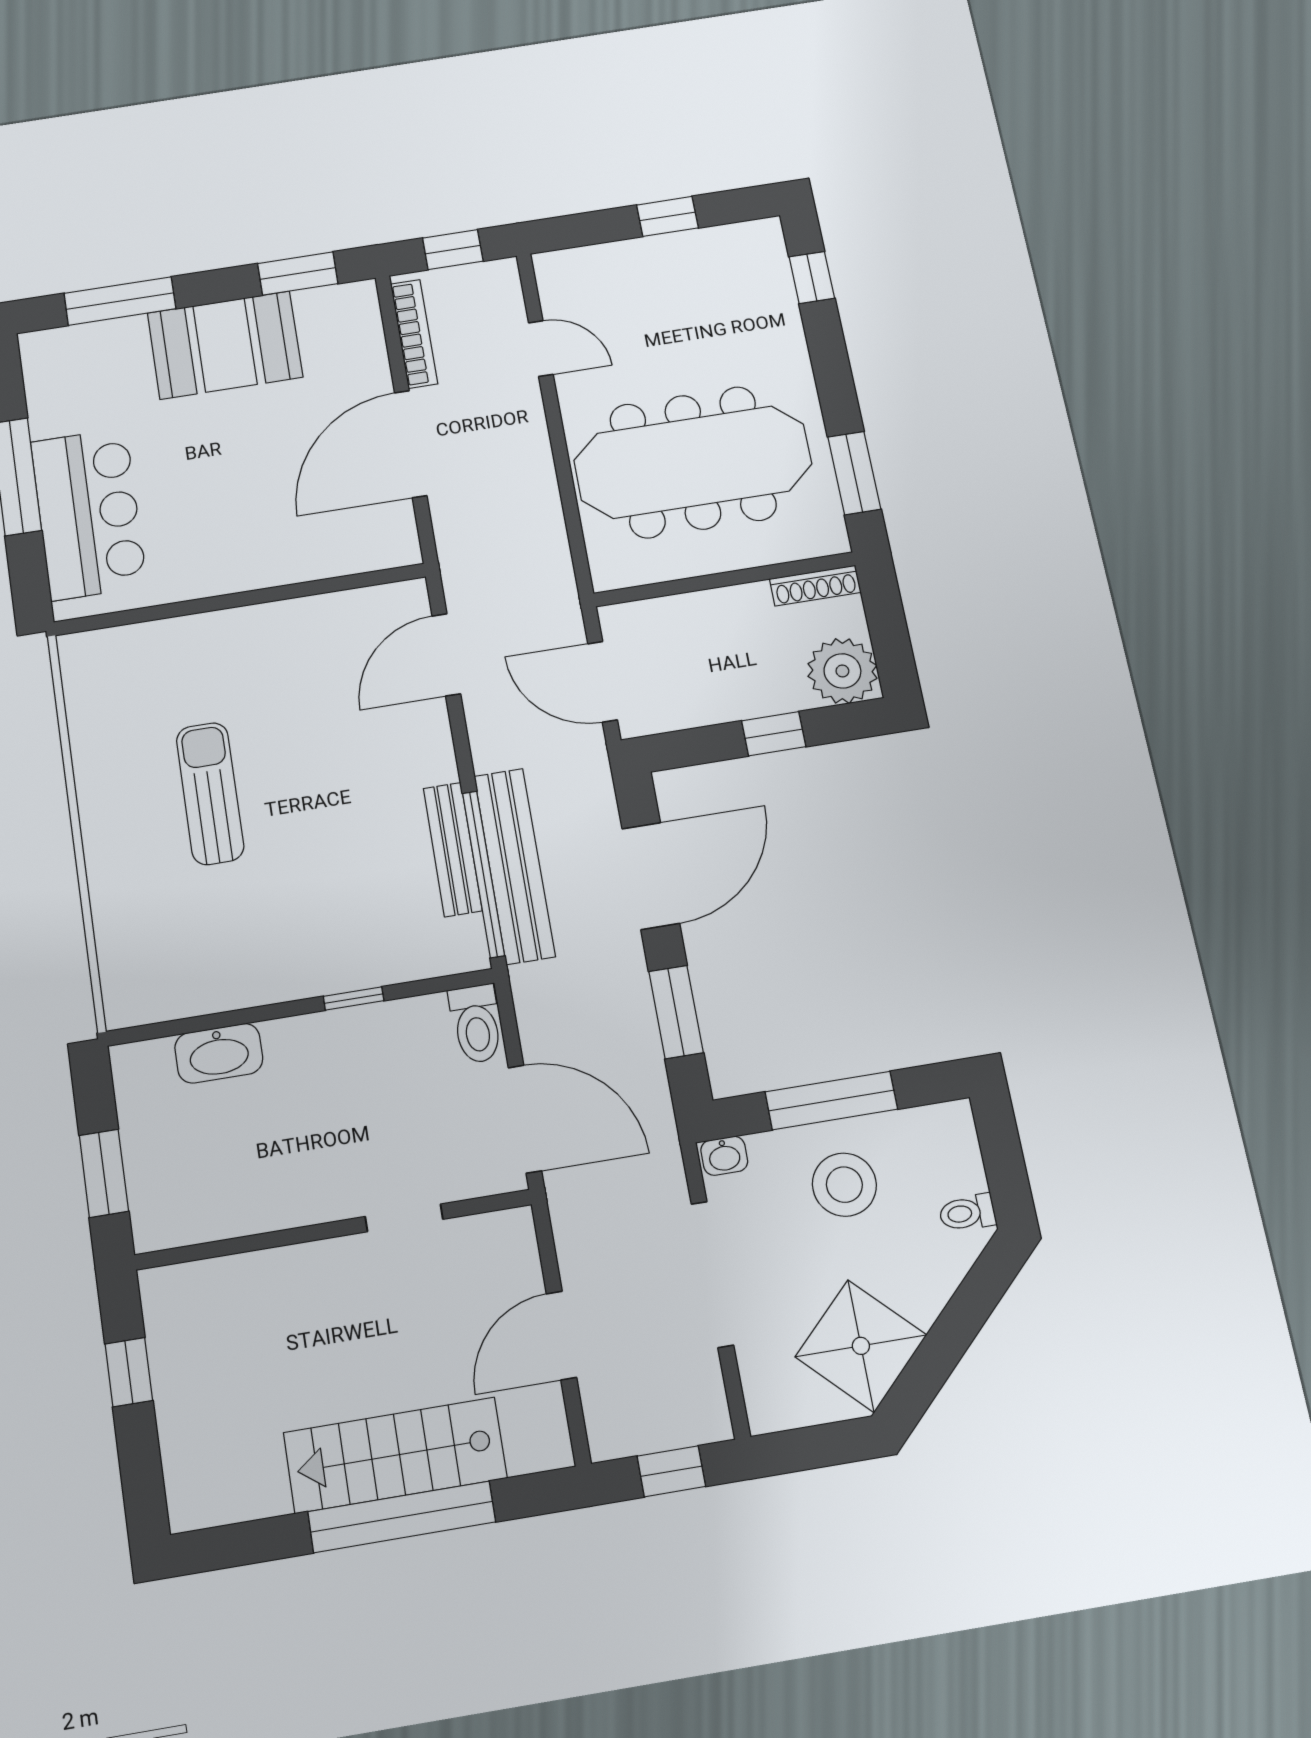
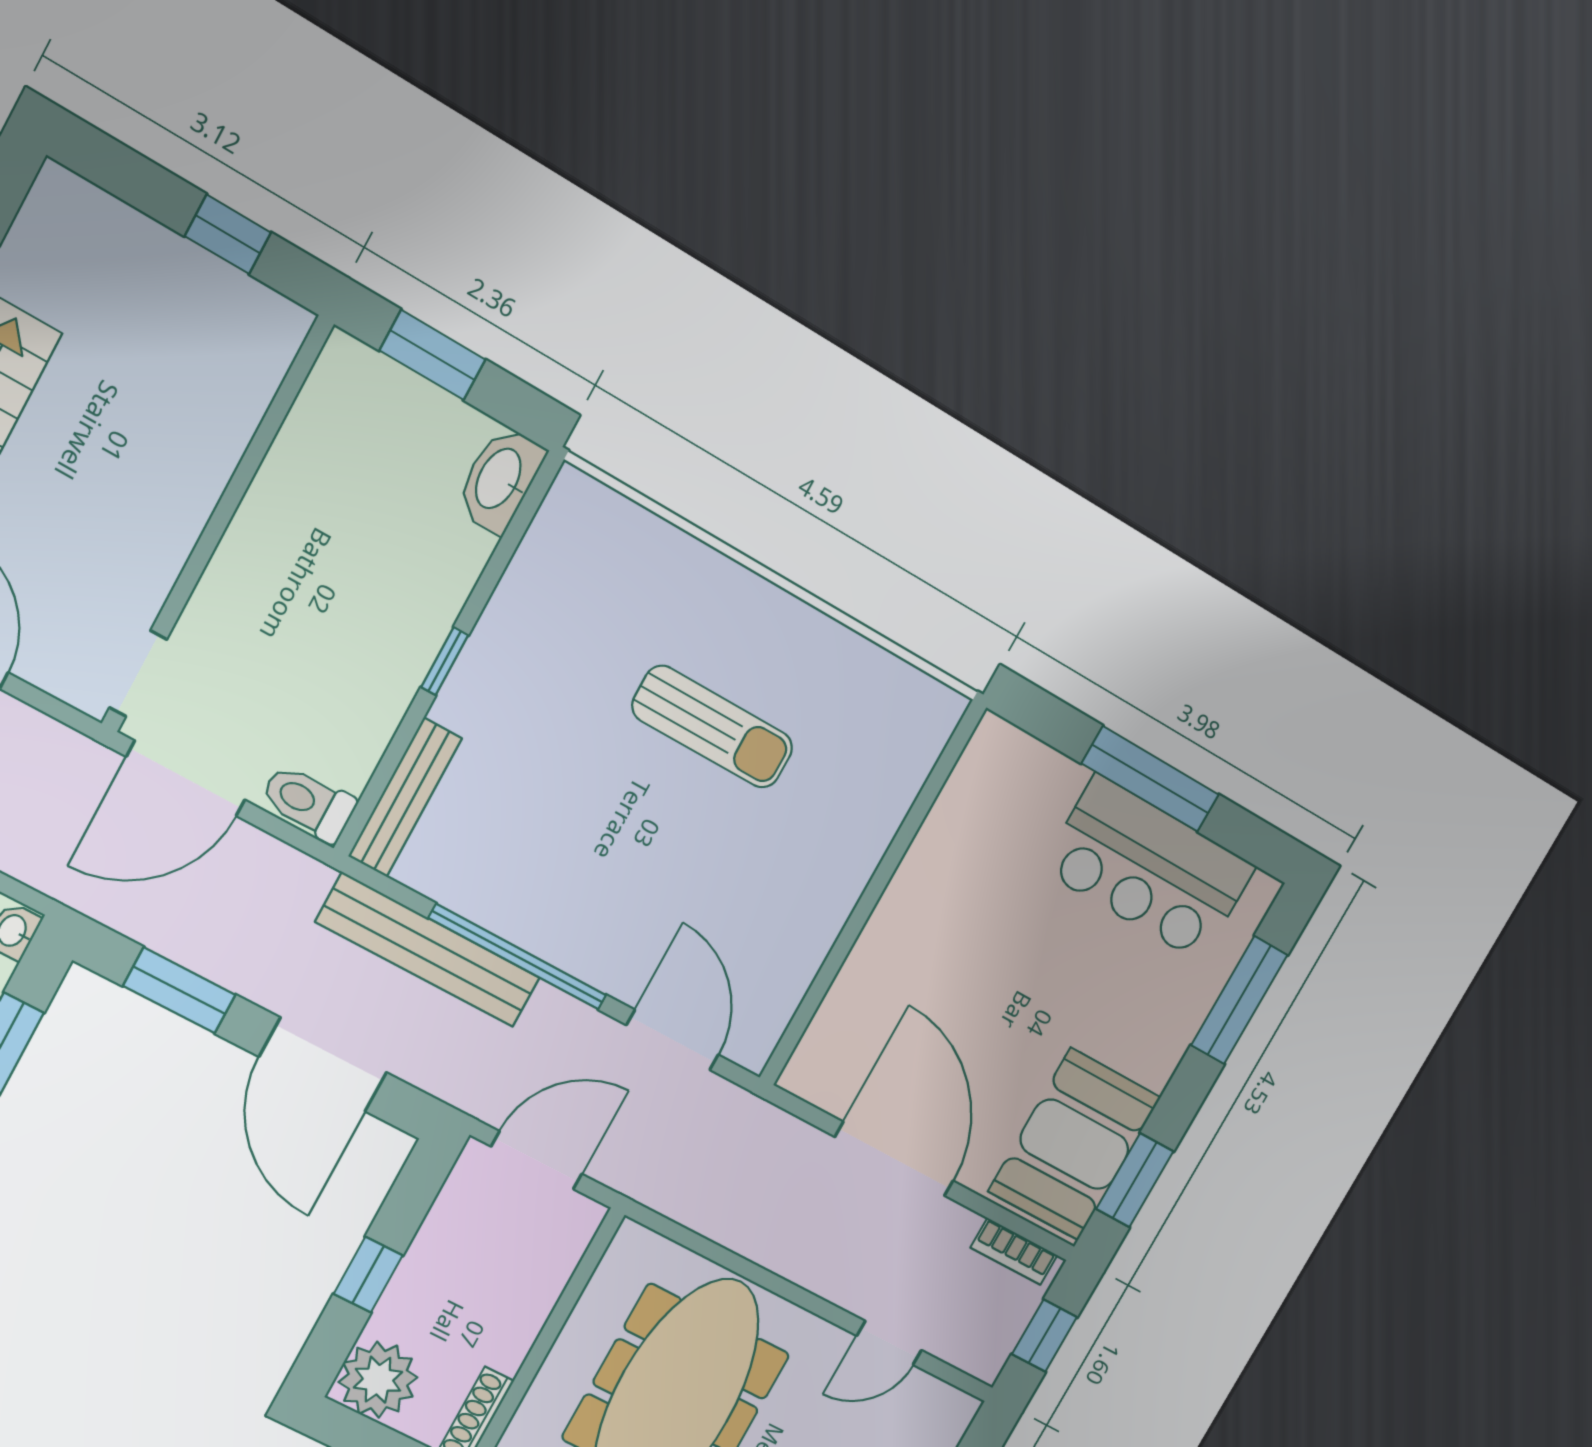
bookcase: (414, 334) -> (1014, 1251), width x0.64
booth: (225, 345) -> (1074, 1144), moved
bar counter: (89, 514) -> (1149, 868), moved
bench: (453, 849) -> (405, 797), moved, turned 90
window: (483, 874) -> (518, 957), moved
window: (354, 999) -> (445, 661), moved
washbasin: (219, 1053) -> (500, 479), moved
doorway: (404, 1218) -> (138, 674), moved

